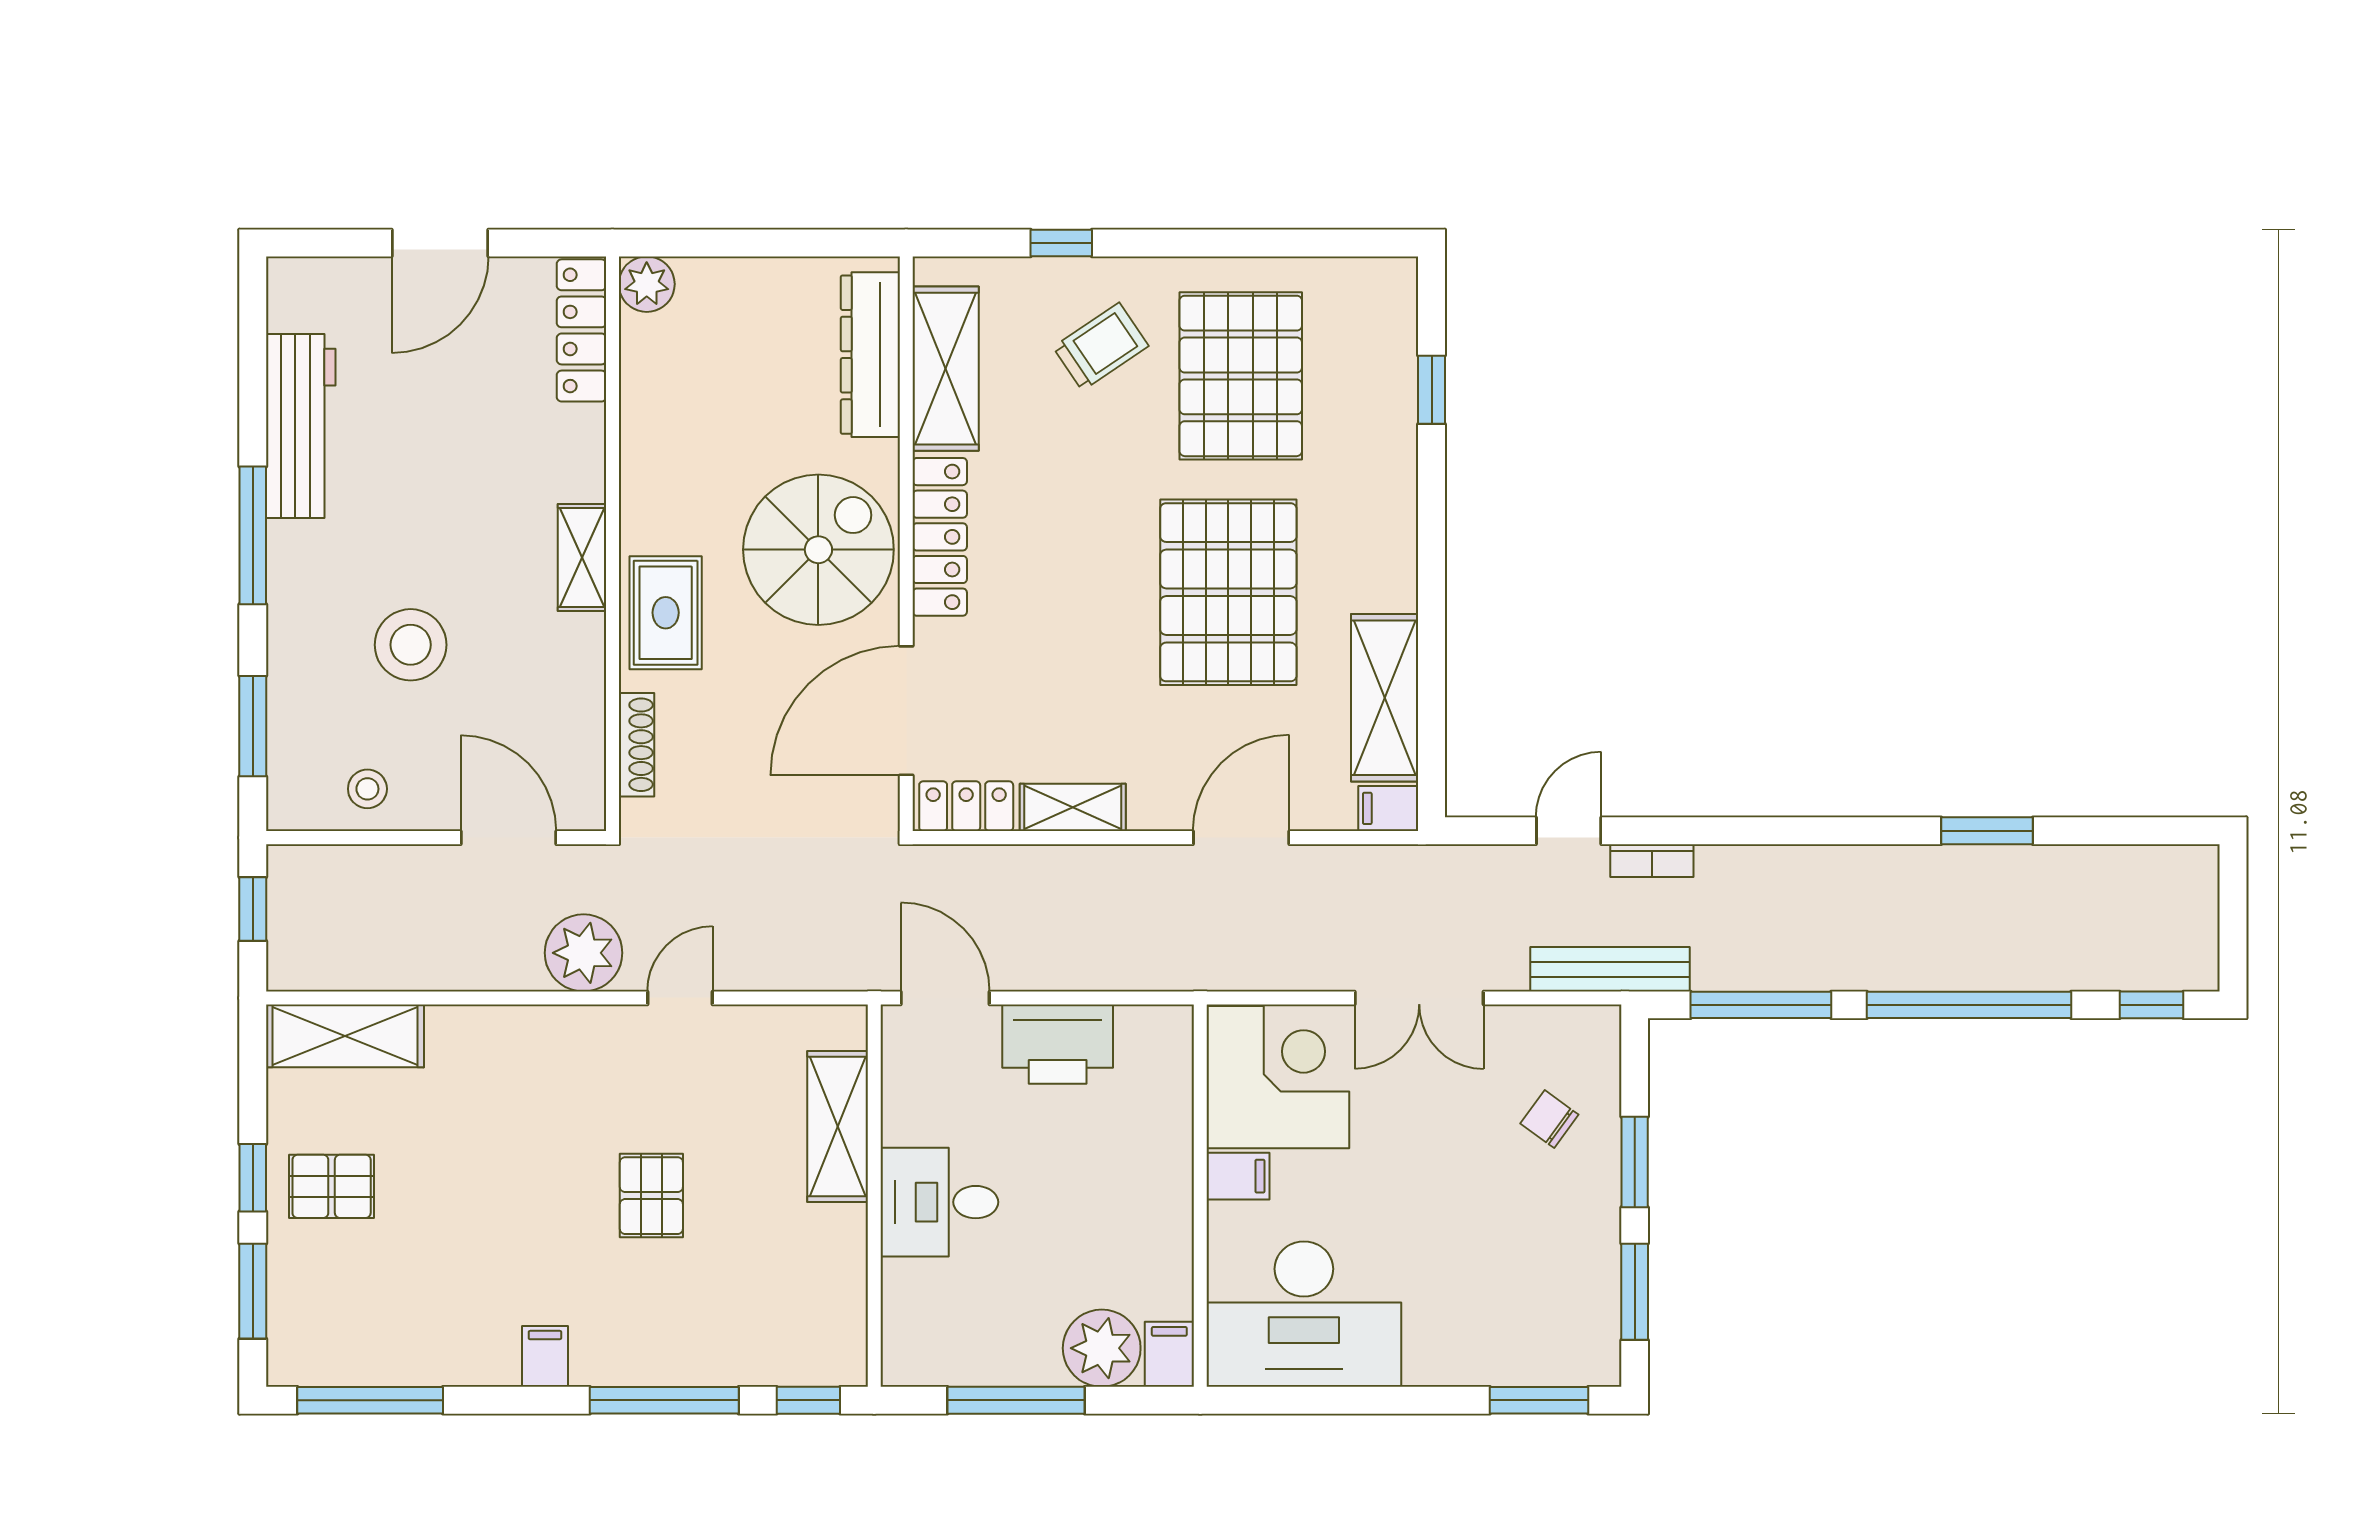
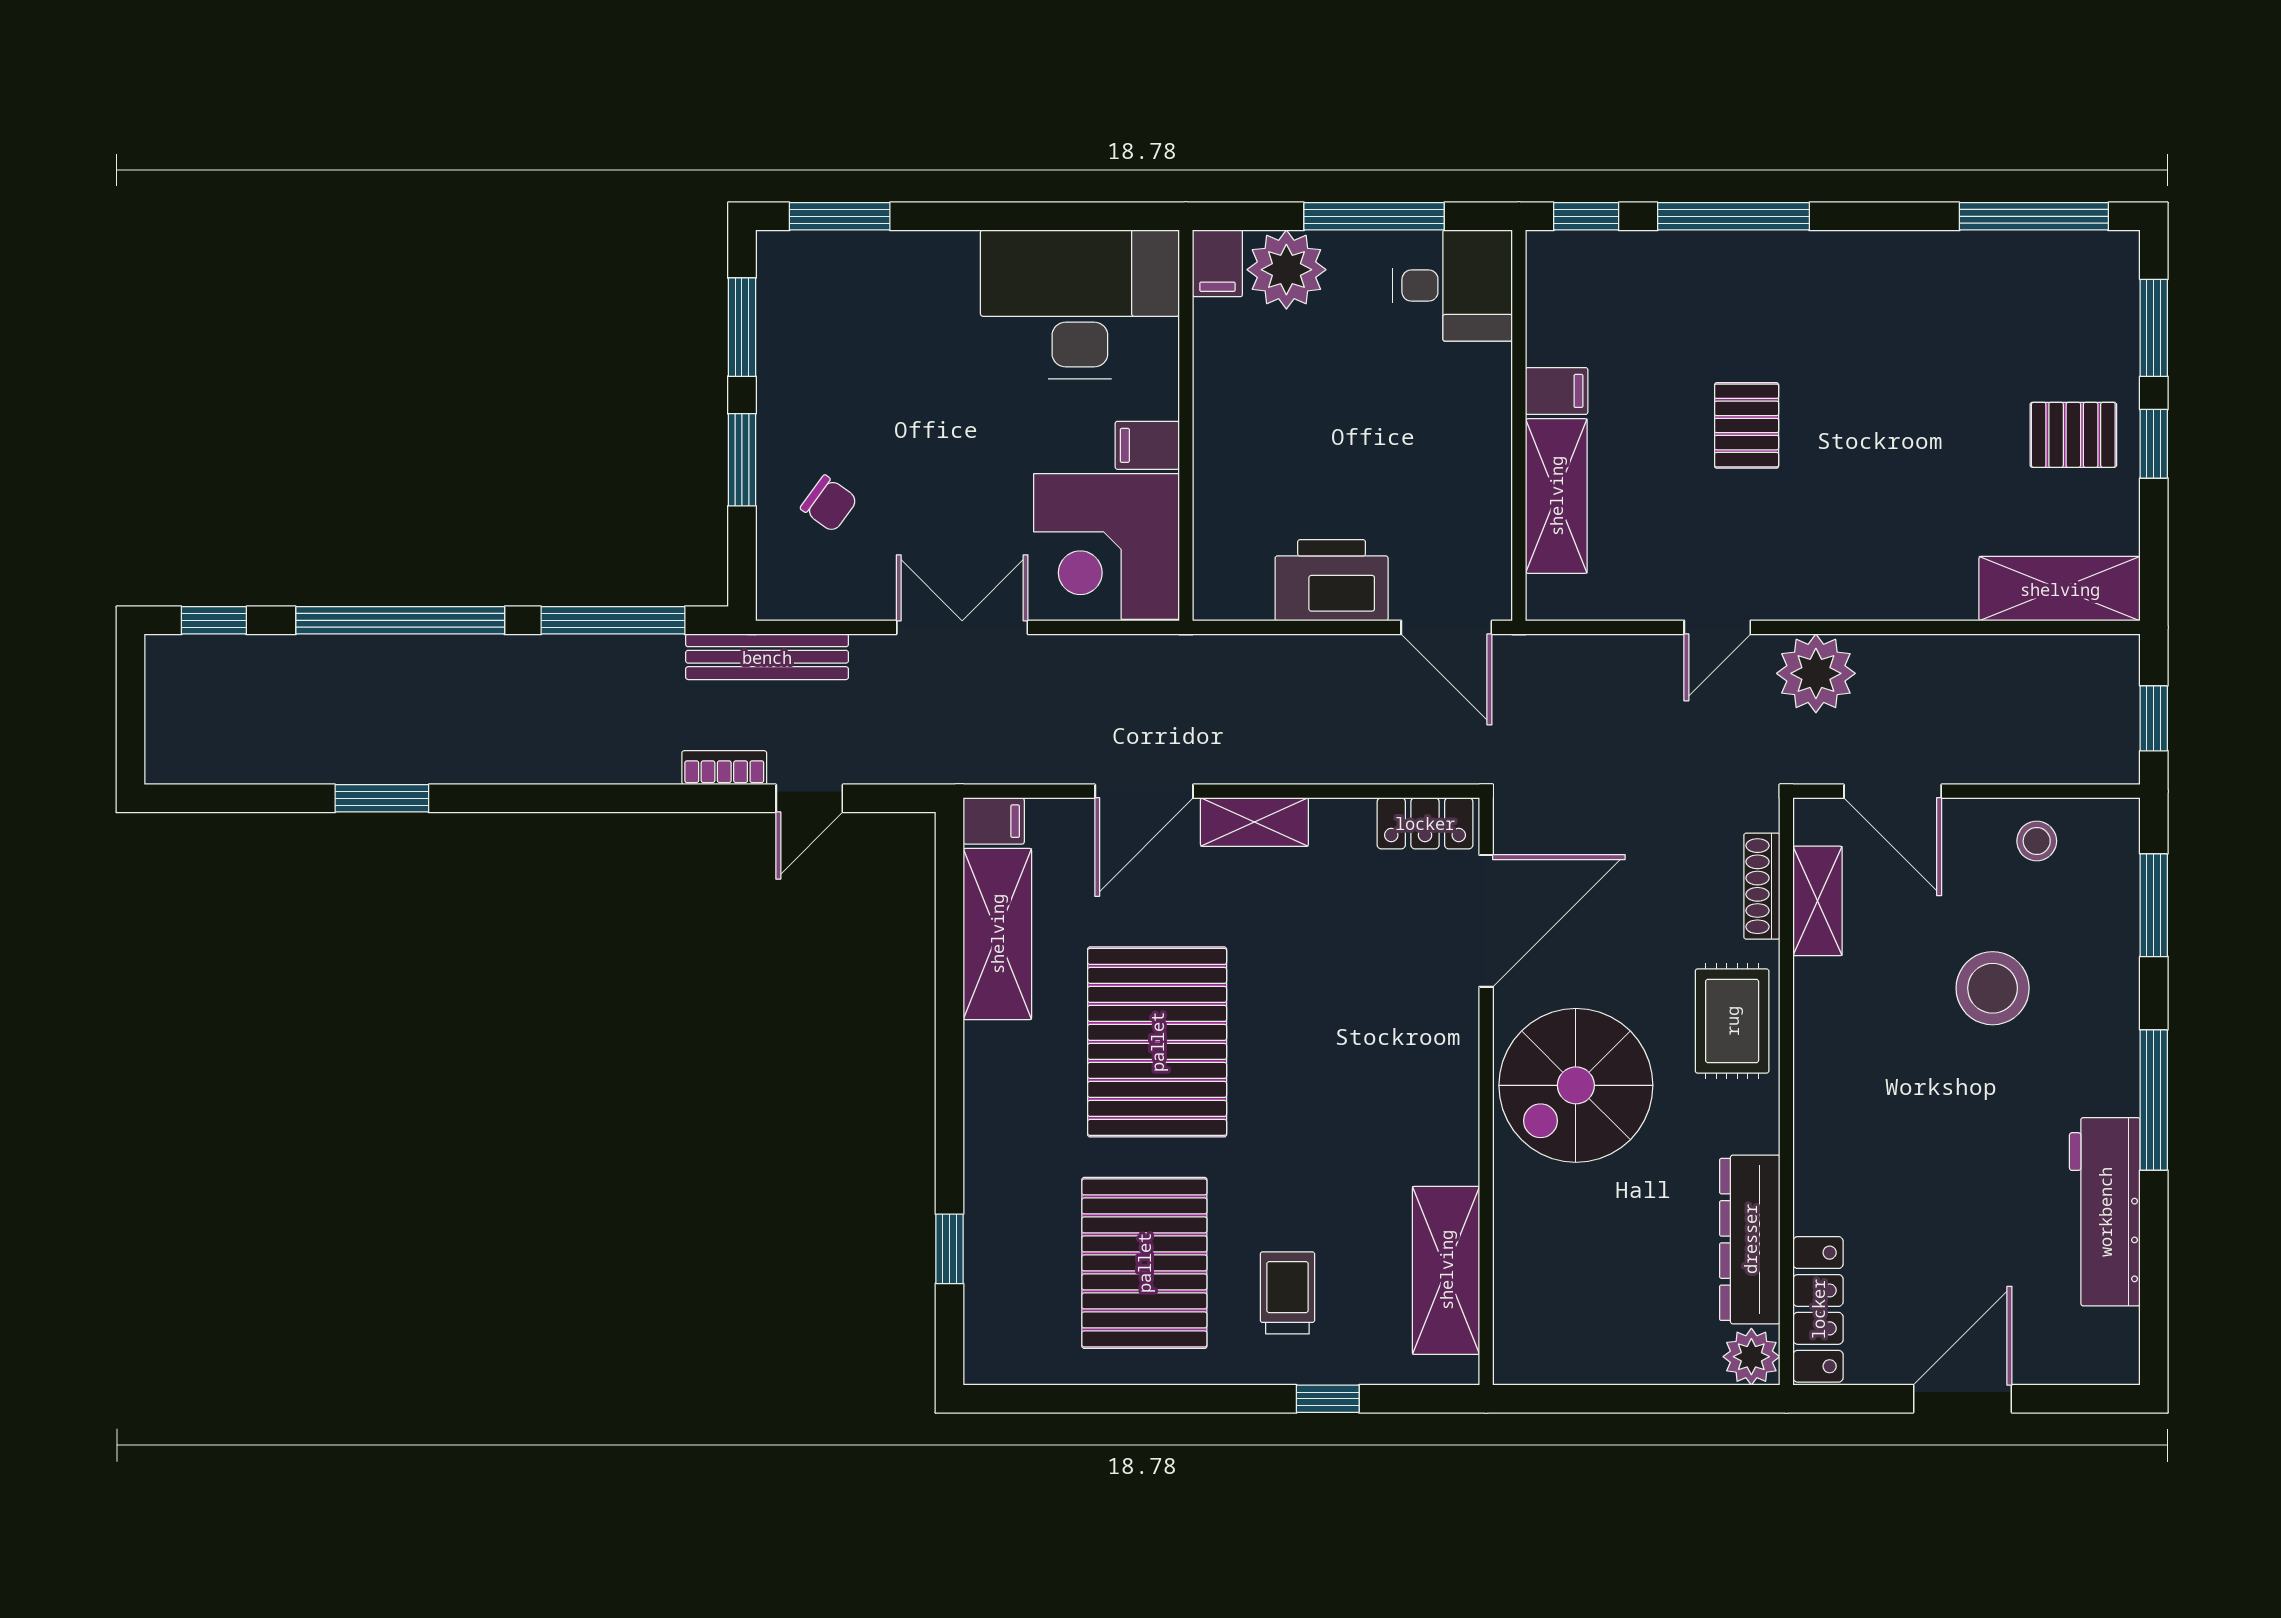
trolley: (1101, 347) -> (1287, 1293), turned 124
dresser: (870, 355) -> (1750, 1239), moved, turned 180
locker: (940, 537) -> (1452, 1099), removed
shelving: (582, 558) -> (1818, 901), moved
shelving: (1073, 807) -> (1254, 822), moved
desk: (939, 1202) -> (1452, 286), moved
filing cabinet: (545, 1356) -> (1557, 391), moved, turned -90

